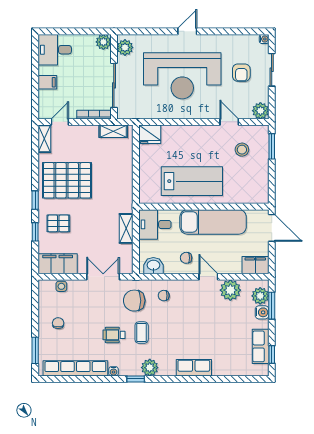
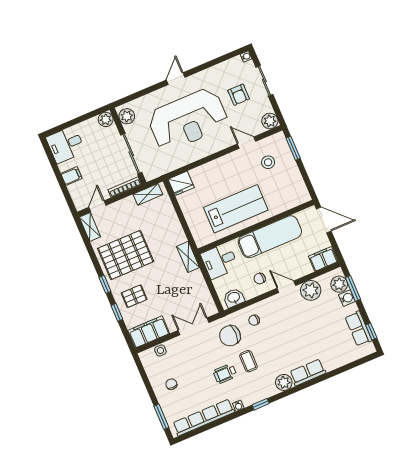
shelving: (126, 228) -> (188, 257), moved
plant: (150, 368) -> (284, 382), moved

